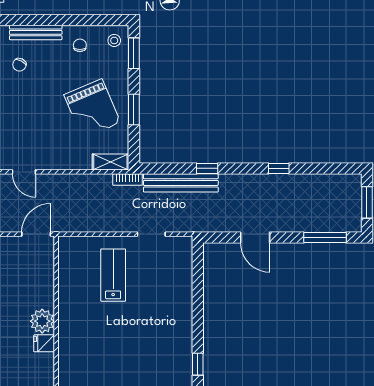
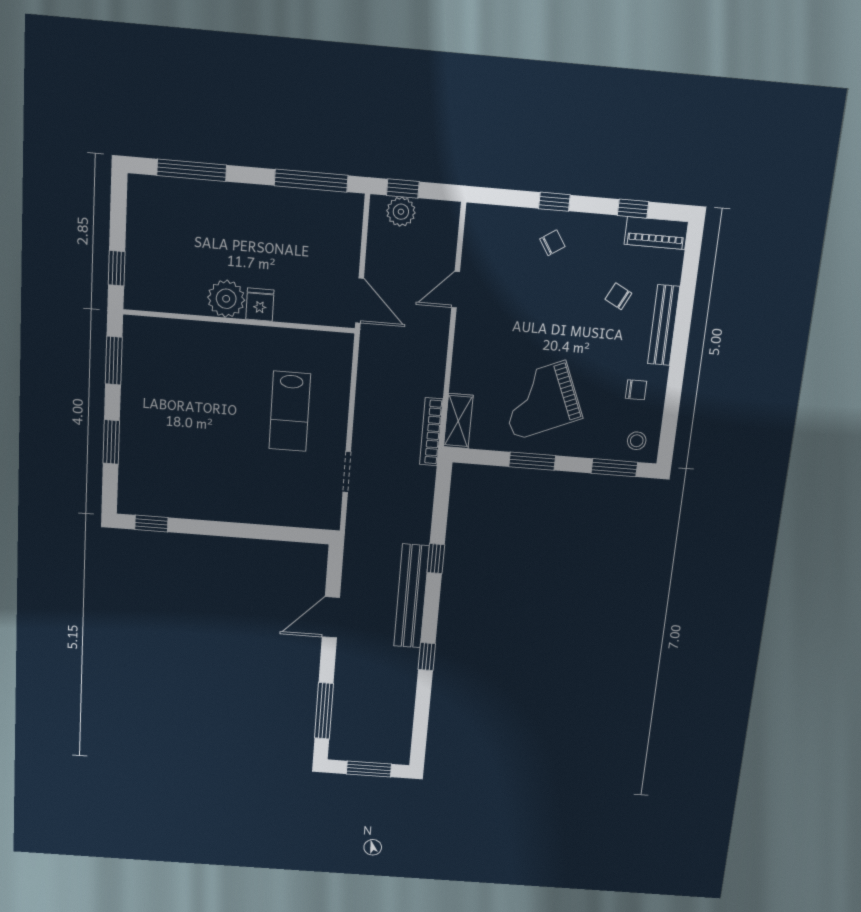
bookcase: (128, 180) -> (431, 432), width x1.56
bench: (181, 183) -> (411, 596), moved
lab bench: (113, 275) -> (290, 411), turned 90
fridge: (44, 343) -> (260, 305), moved

